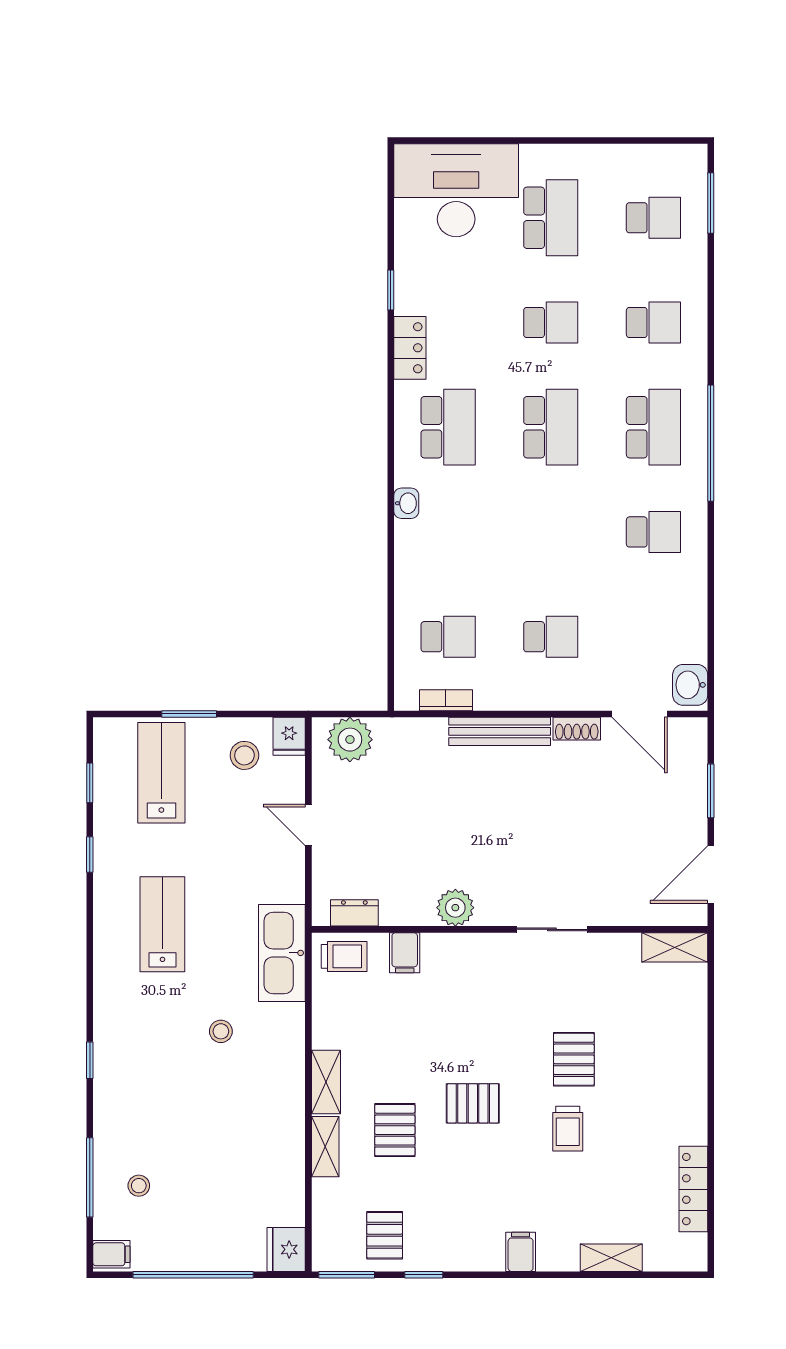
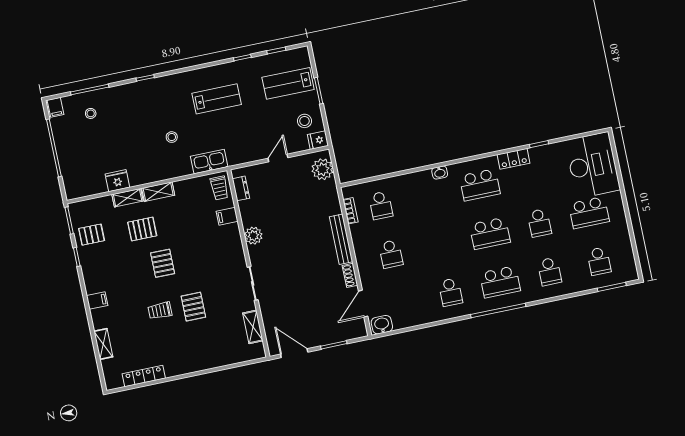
lab bench: (161, 773) -> (288, 83), turned 180
shelving: (675, 947) -> (253, 327), moved
kitchen sink: (282, 953) -> (209, 162), width x0.73, depth x0.81
pallet: (574, 1059) -> (193, 307), turned 90
fridge: (286, 1249) -> (117, 181), moved

